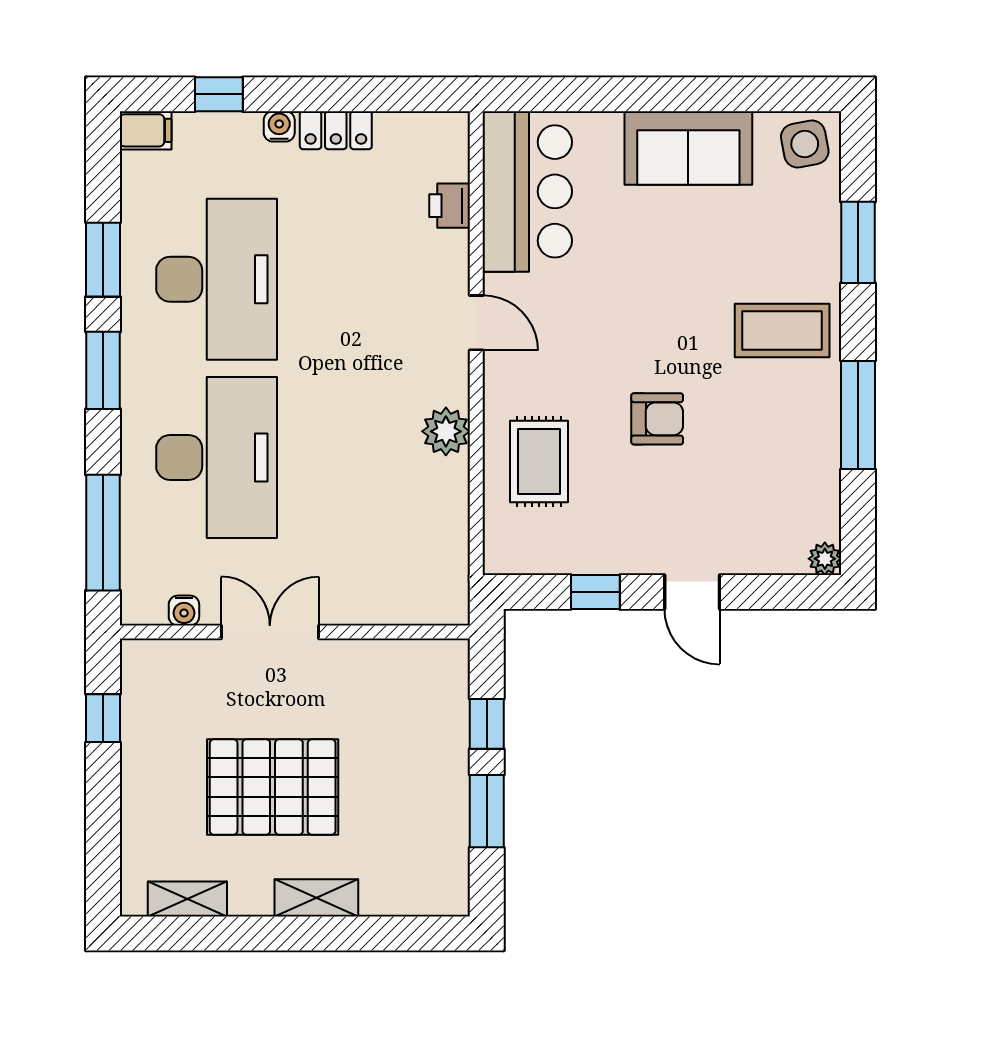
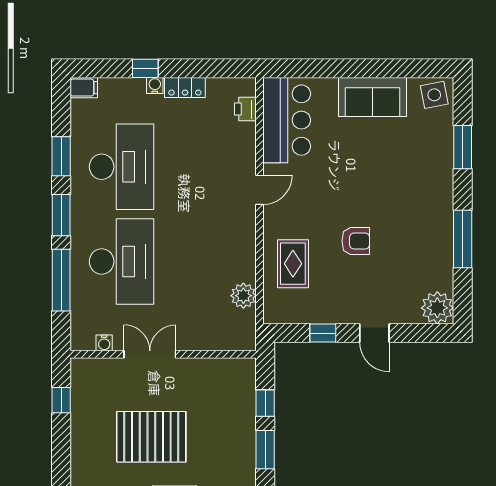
window: (219, 94) -> (145, 68), moved
printer: (450, 206) -> (245, 109), moved
door: (476, 323) -> (260, 190), hinge flipped
coffee table: (782, 331) -> (422, 194), removed
plant: (446, 431) -> (243, 296), moved
window: (103, 533) -> (61, 280), moved
plant: (825, 559) -> (437, 308), width x1.87, depth x1.87

